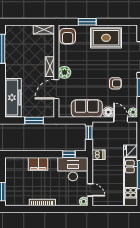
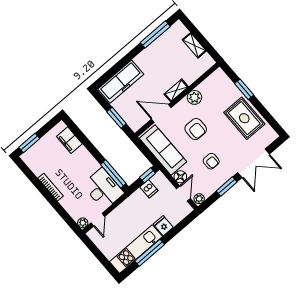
shelving: (44, 29) -> (194, 45), moved
armchair: (68, 36) -> (196, 129), moved, turned -90
plant: (65, 72) -> (194, 97), moved
sofa: (87, 108) -> (163, 150), width x1.36
window: (69, 154) -> (113, 174), width x2.17
dishwasher: (99, 155) -> (149, 189), moved
filing cabinet: (38, 164) -> (69, 140), moved

